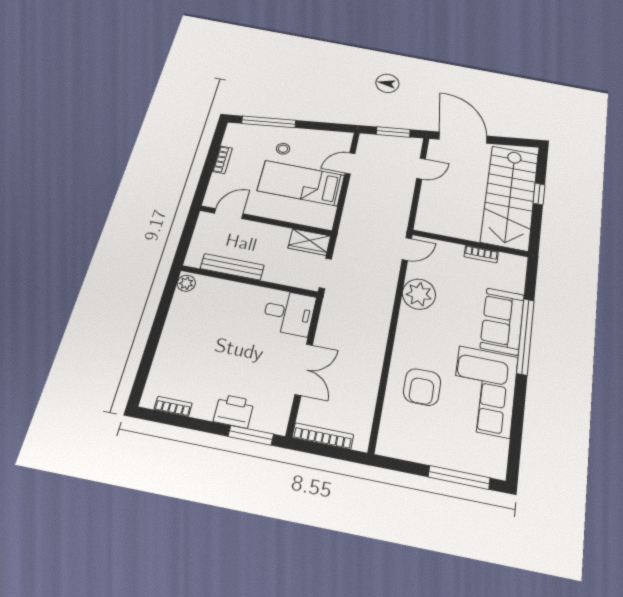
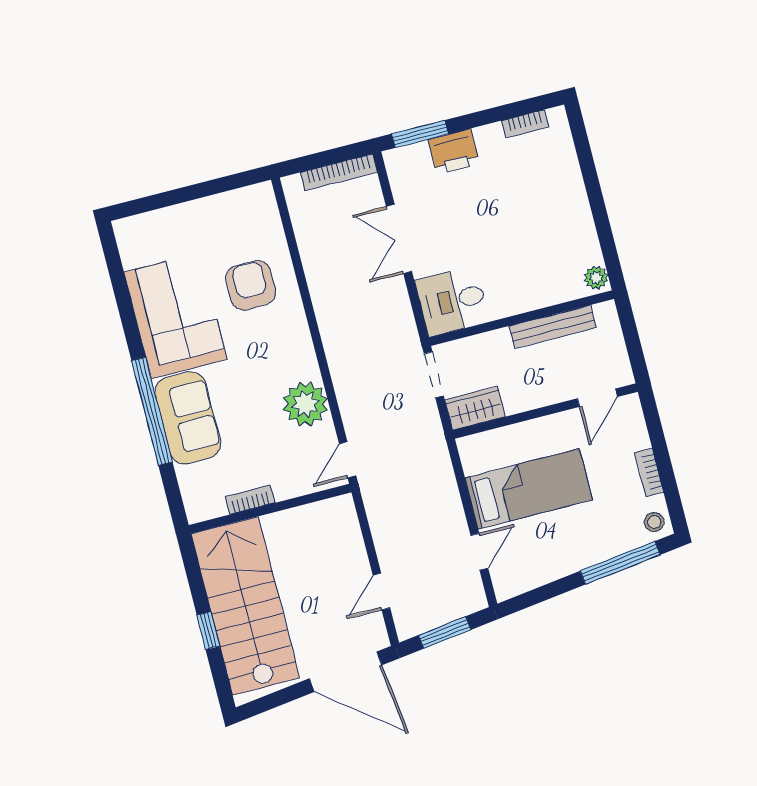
stool: (283, 149) -> (654, 522), moved
window: (459, 477) -> (165, 200), removed

